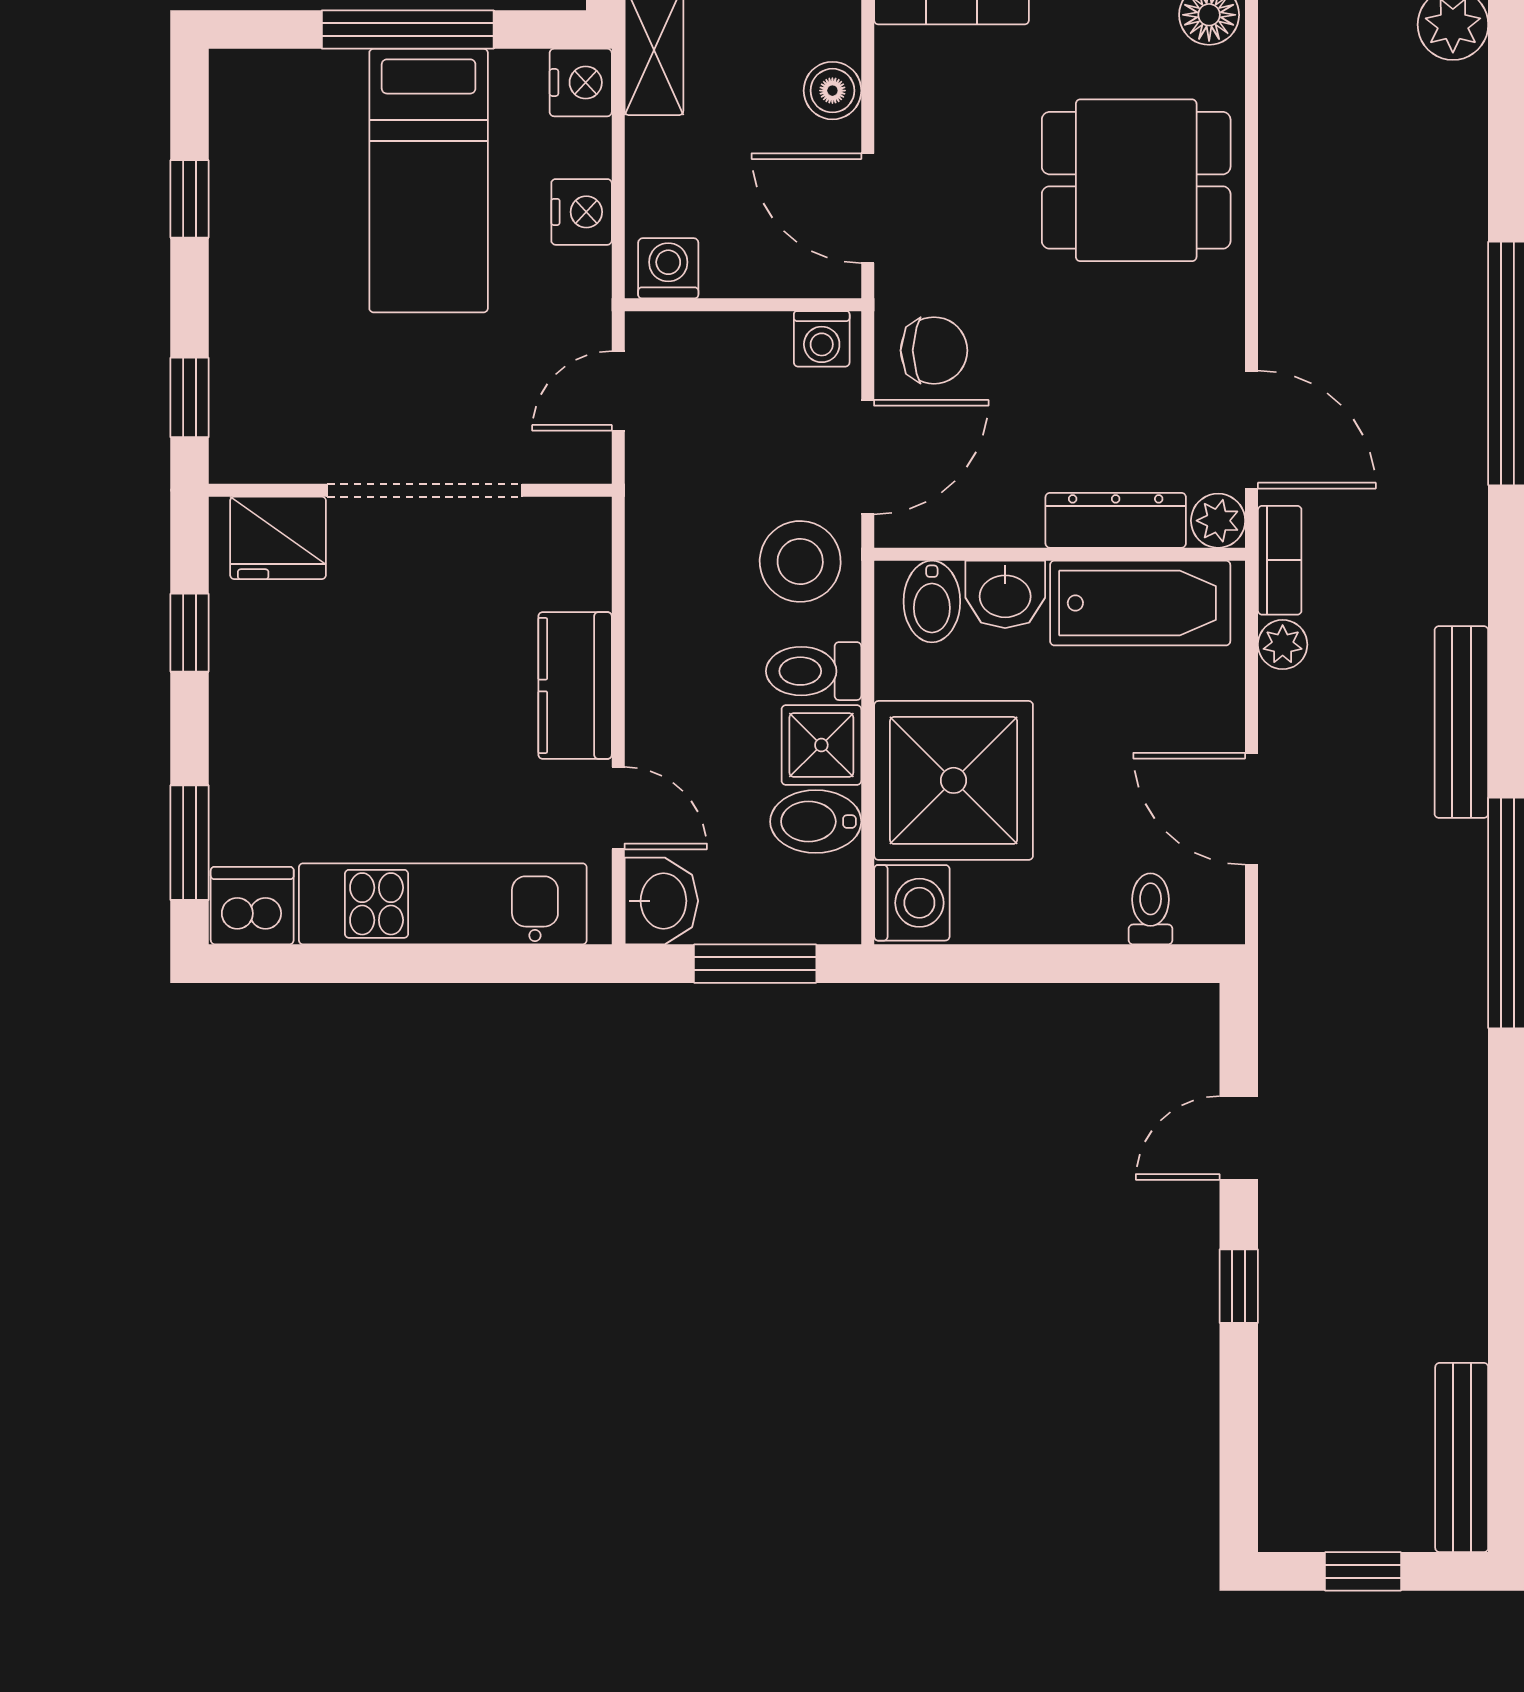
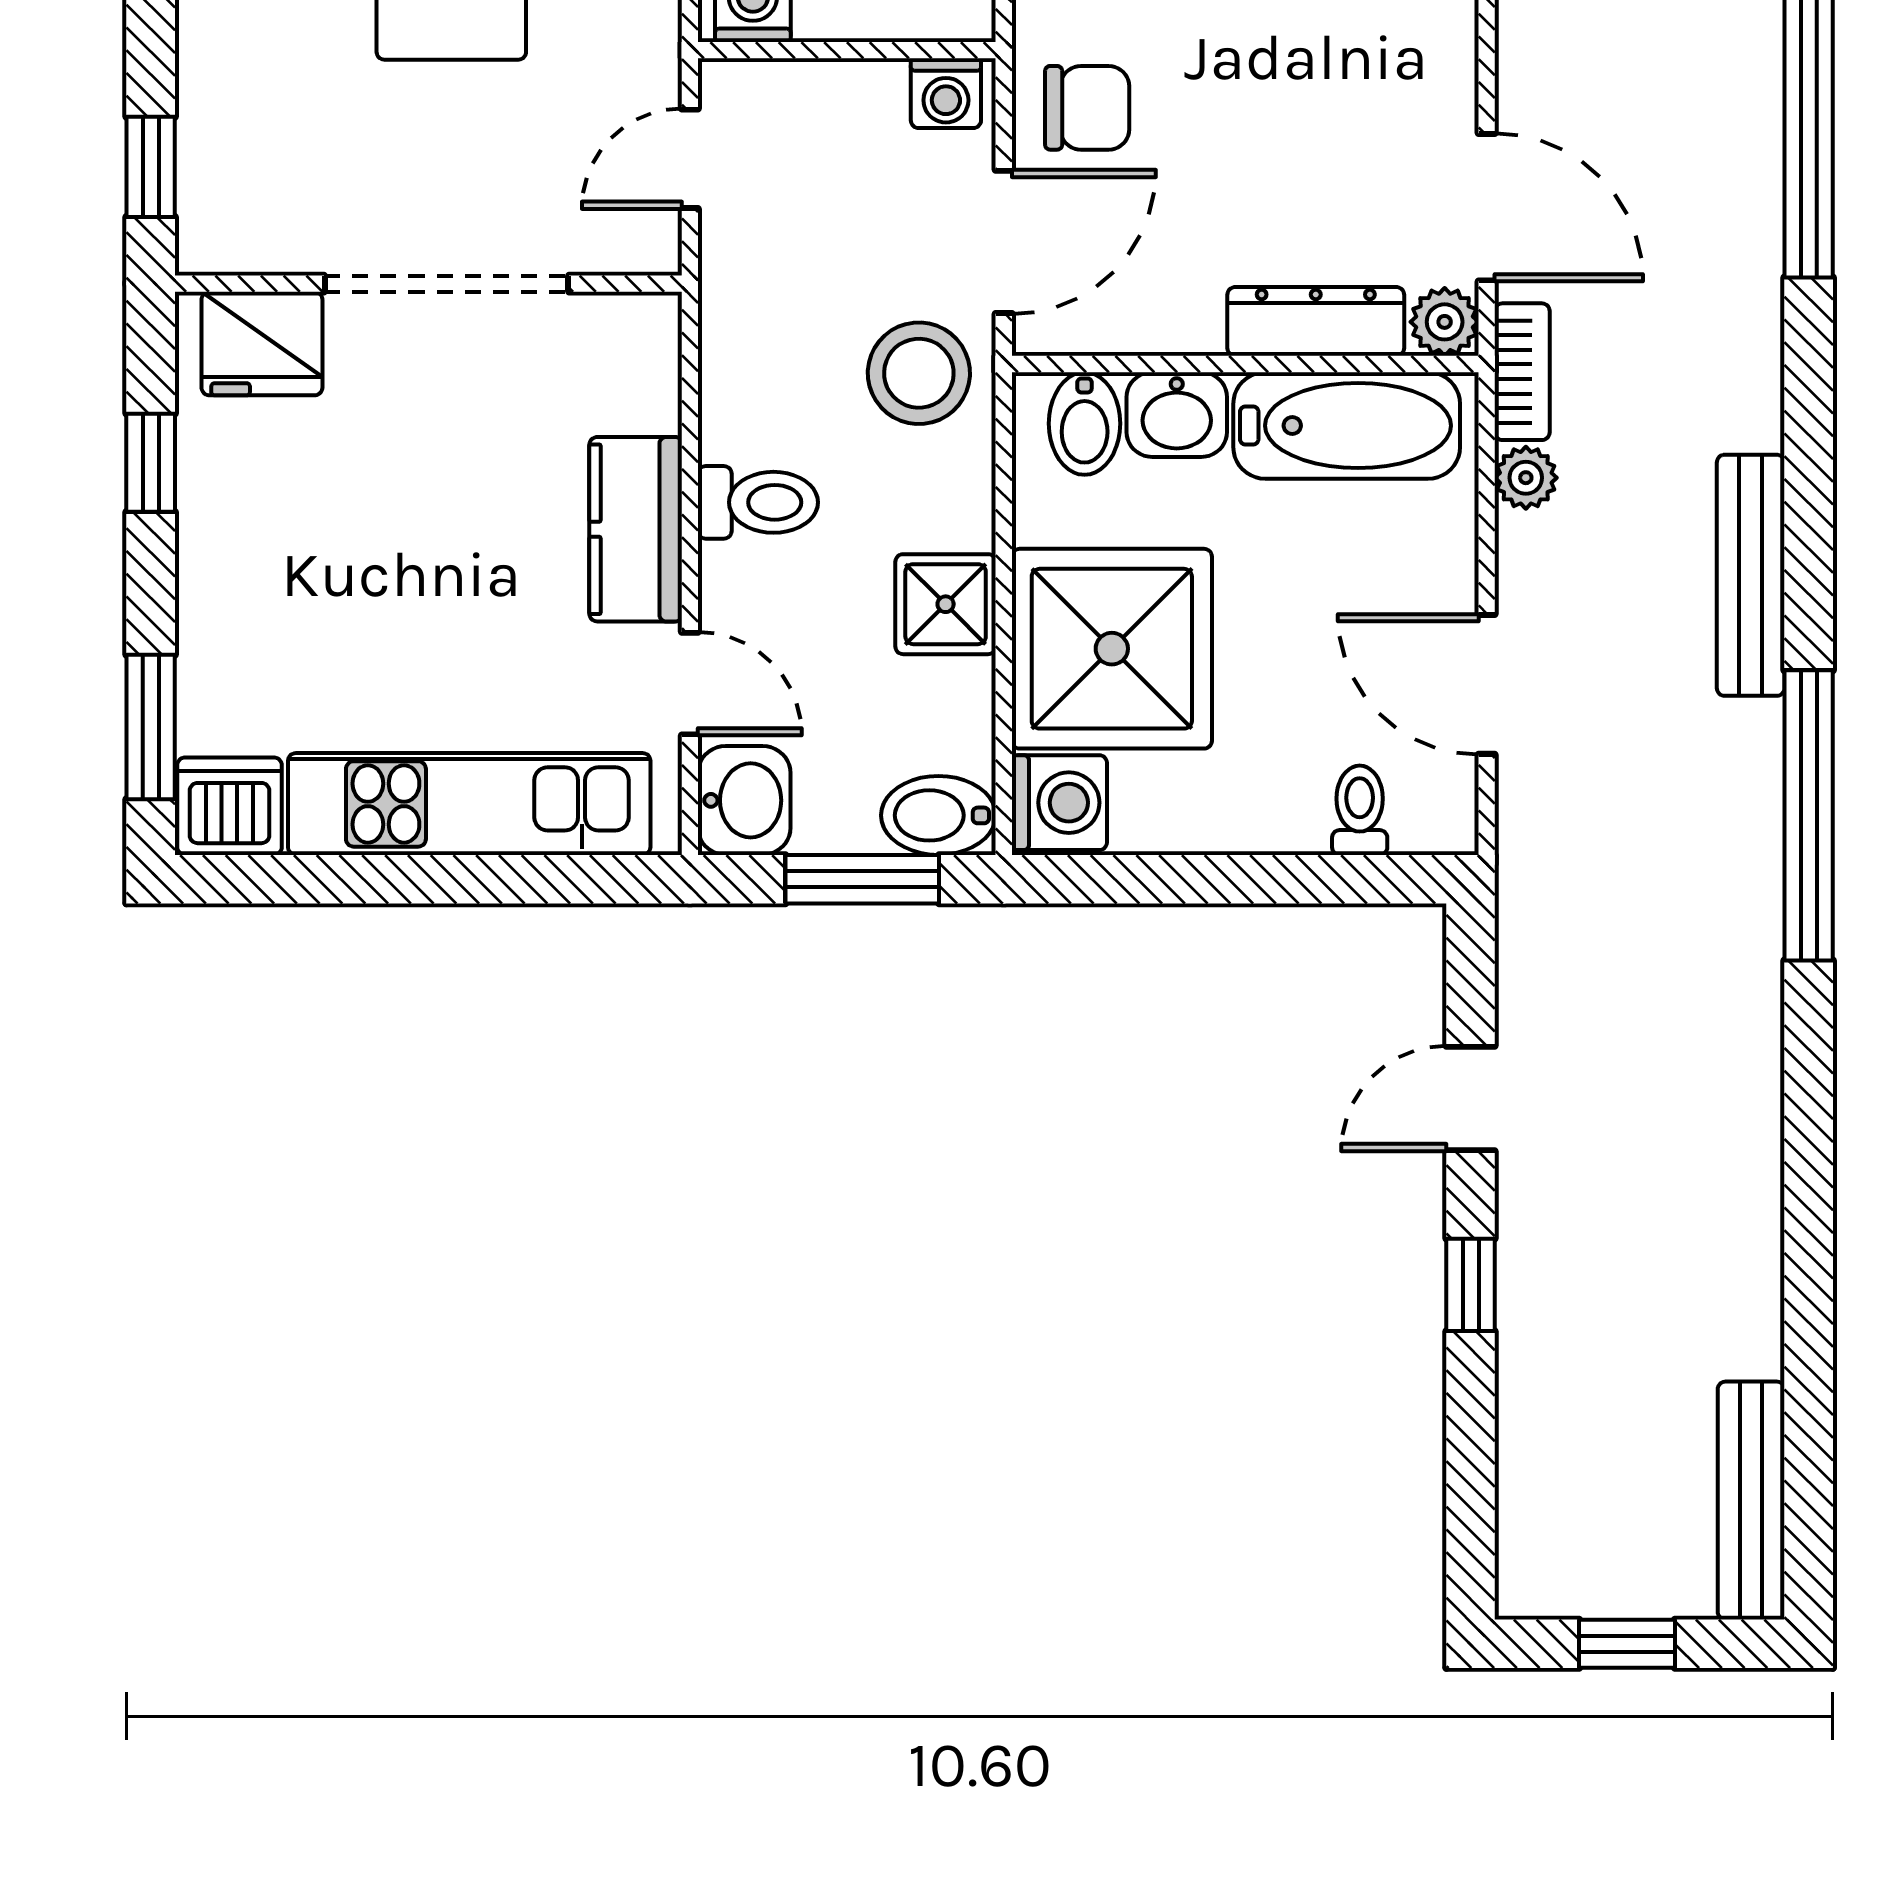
toilet: (814, 671) -> (758, 502), moved, turned 180
bidet: (816, 822) -> (938, 815), moved

